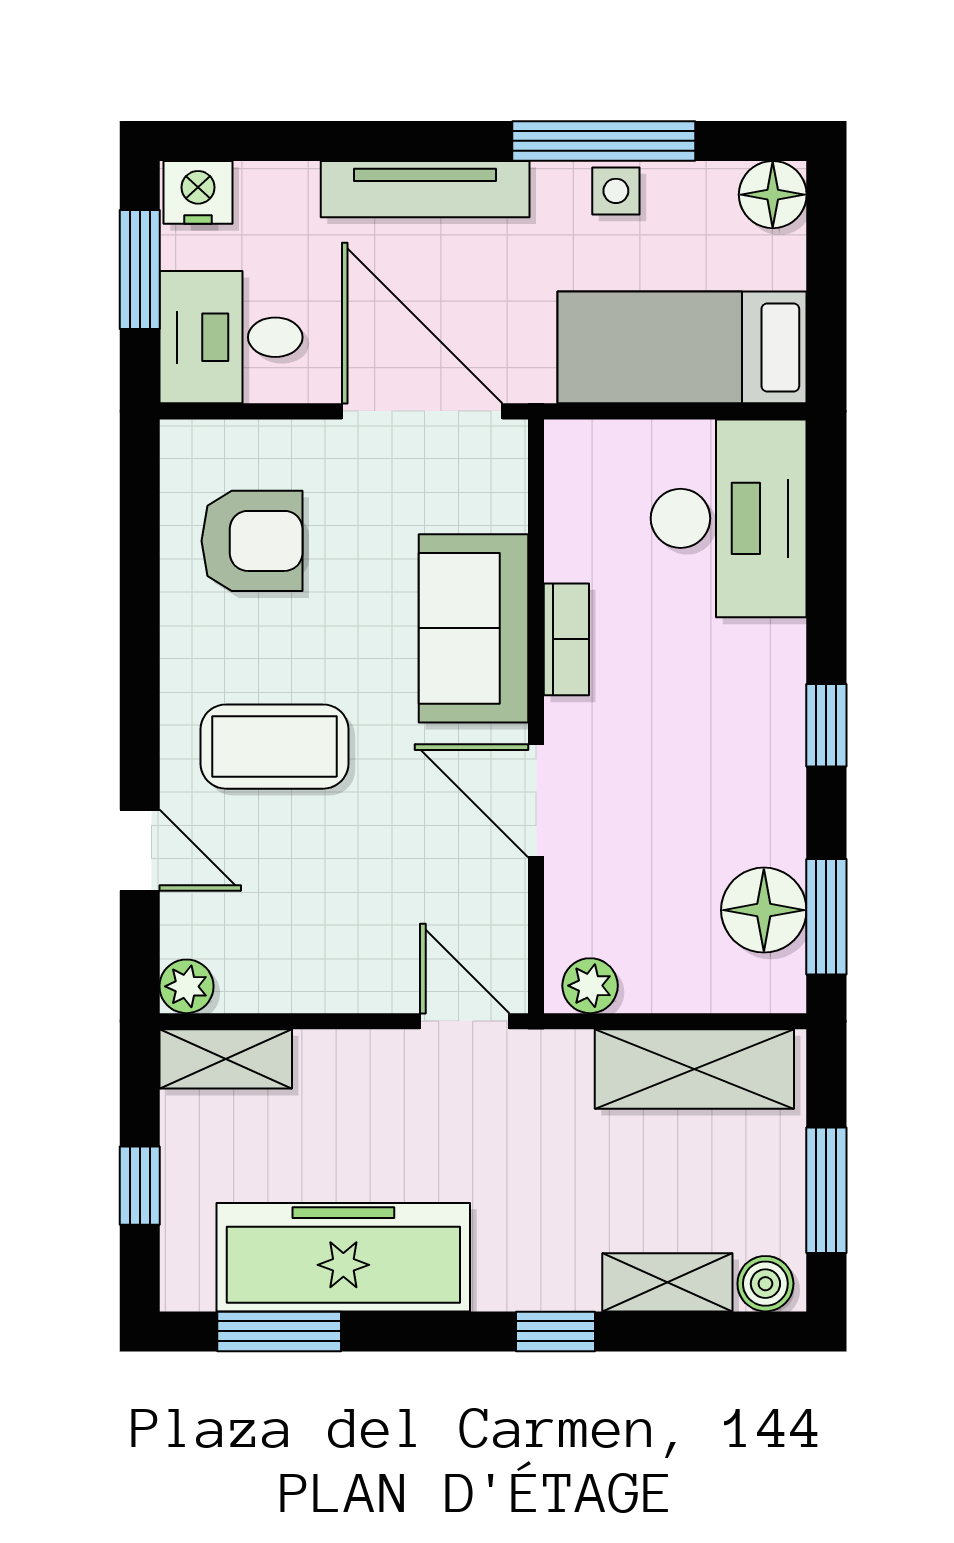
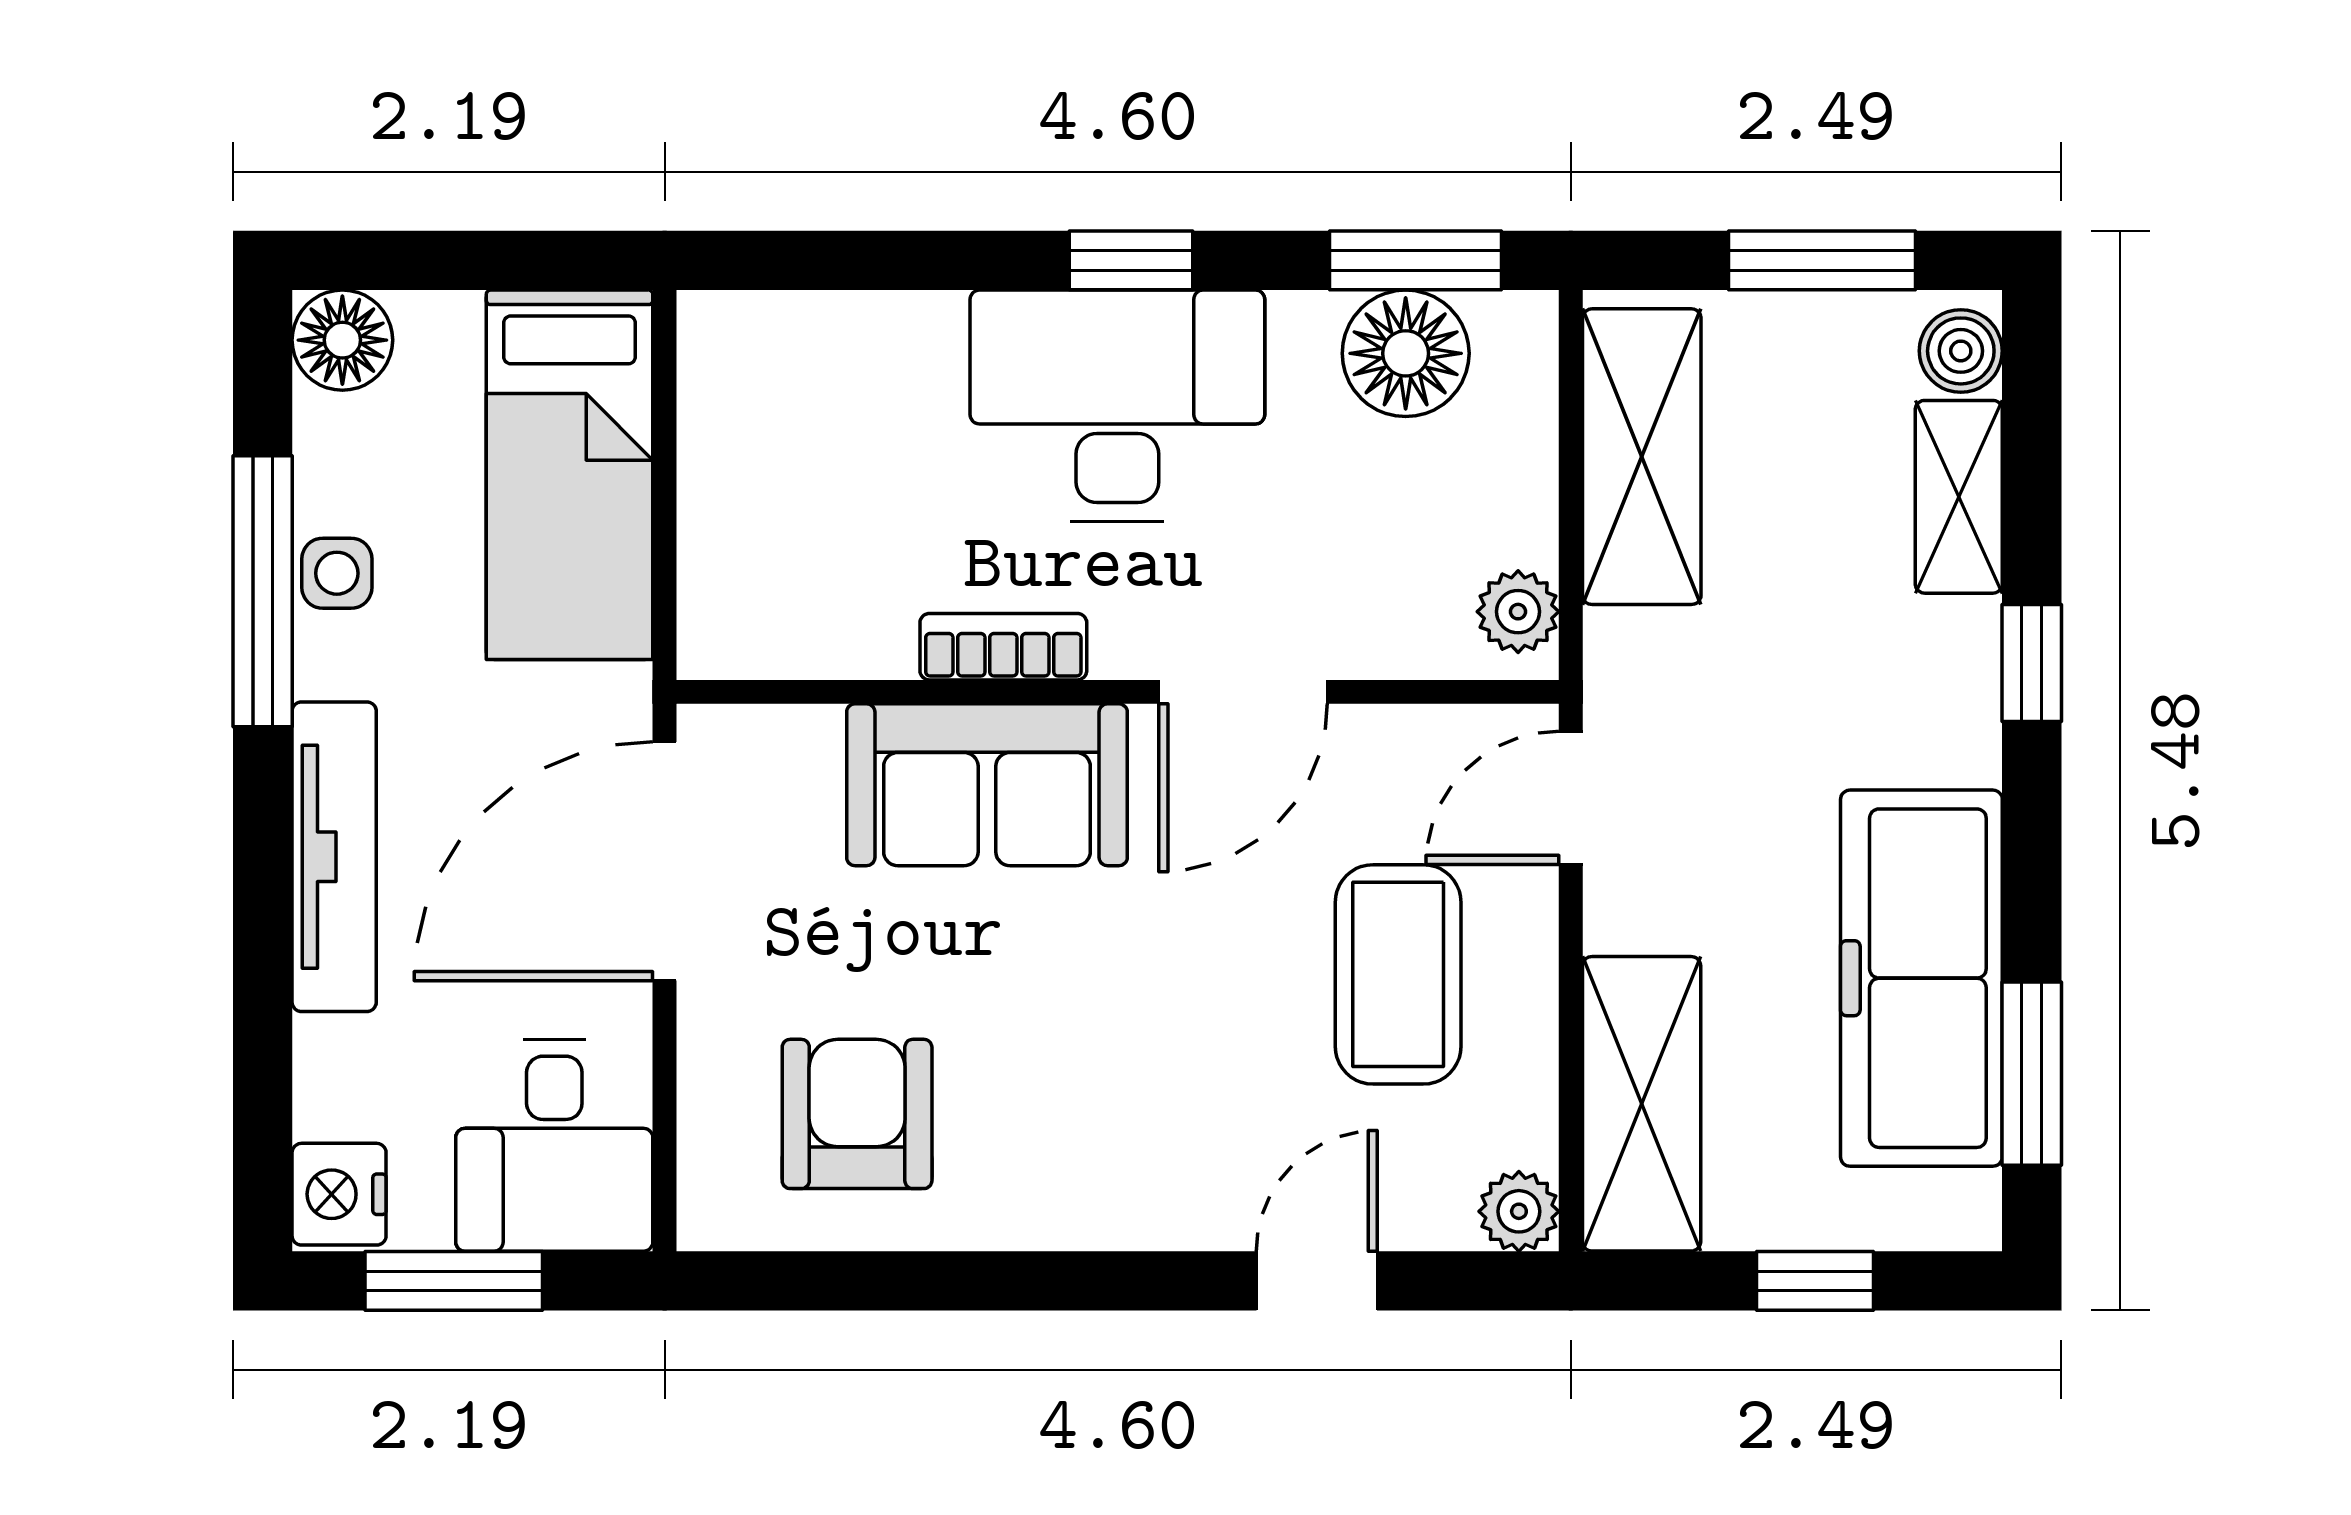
desk: (729, 518) -> (1117, 406), moved
coffee table: (275, 747) -> (1398, 974), moved
shelving: (226, 1059) -> (1642, 1104), width x1.50, depth x1.33

